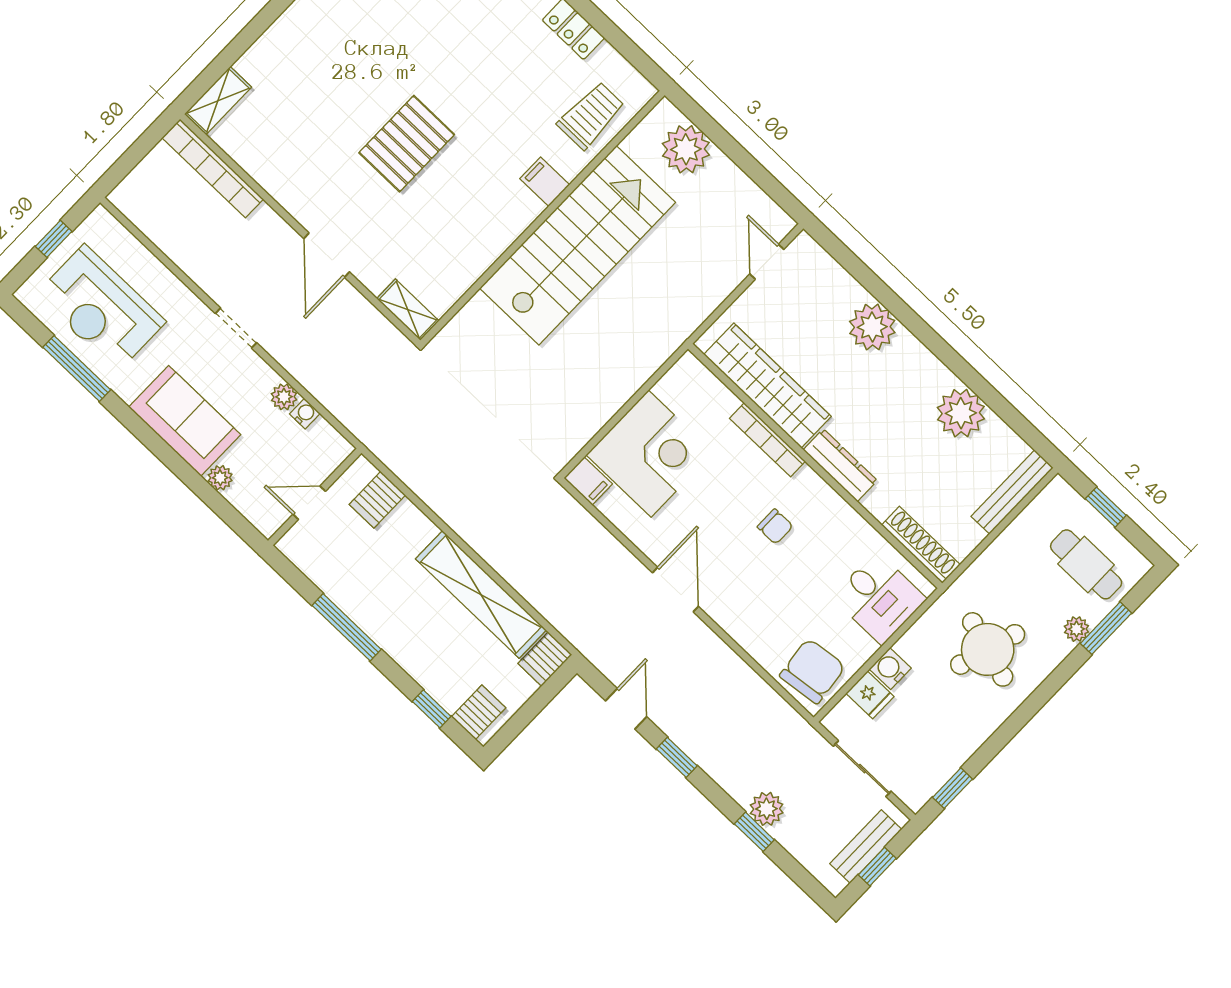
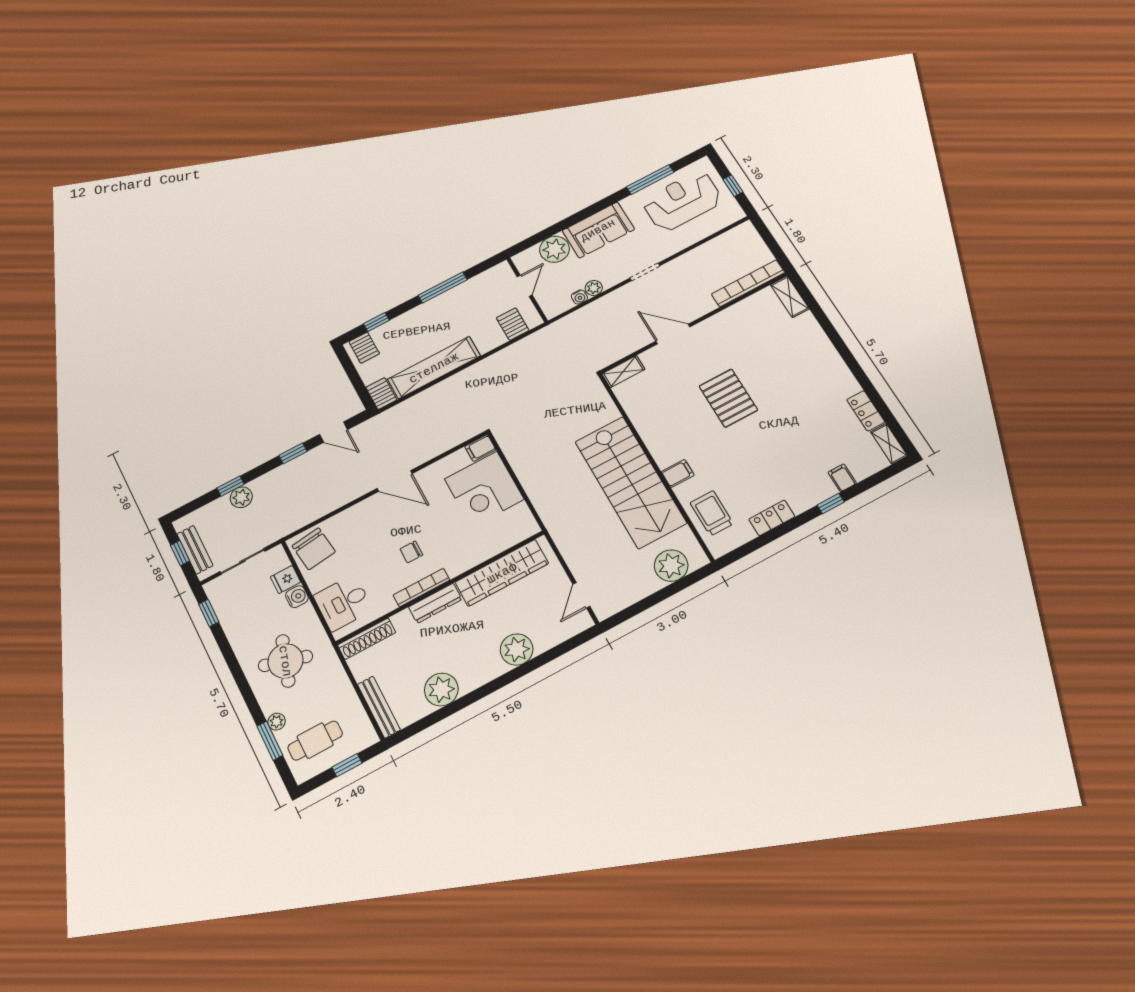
trolley: (591, 115) -> (712, 513), turned 180
door: (767, 262) -> (581, 595), swing flipped
bookcase: (768, 440) -> (421, 588), moved
plant: (220, 478) -> (554, 249), width x1.88, depth x1.88

